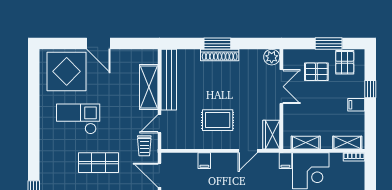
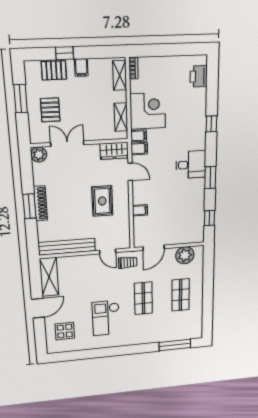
pallet: (345, 62) -> (54, 70), moved
display table: (67, 71) -> (65, 331), width x0.54, depth x0.54
shelving: (149, 87) -> (49, 277), moved, turned 90
filing cabinet: (272, 161) -> (139, 149), added

